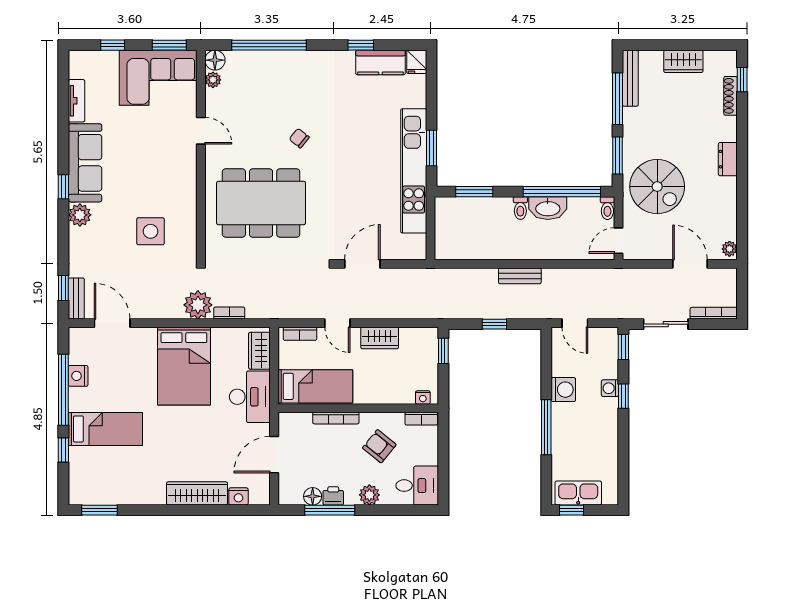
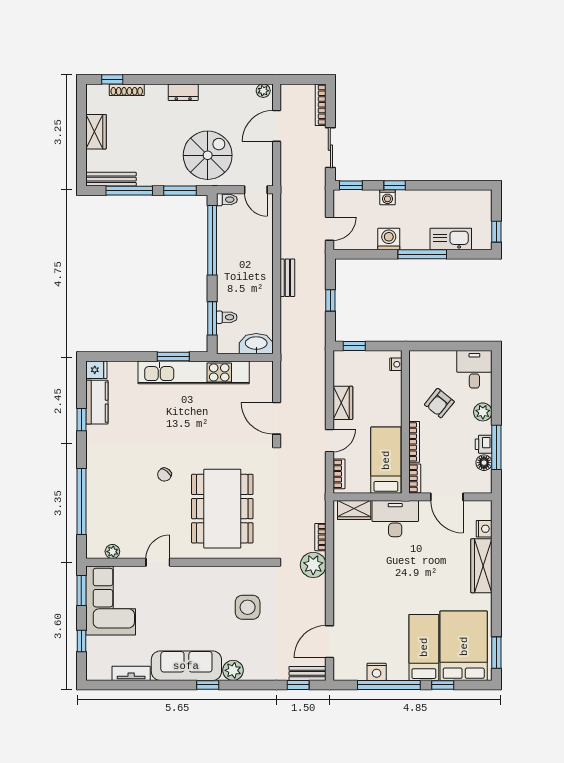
floor lamp: (215, 60) -> (95, 550), removed
toilet: (520, 208) -> (227, 317), moved
washbasin: (548, 208) -> (256, 344), moved, turned -90
bed: (184, 366) -> (464, 646), moved, turned -90
bookcase: (421, 419) -> (415, 478), moved
kitchen sink: (578, 493) -> (451, 239), moved, turned 90

